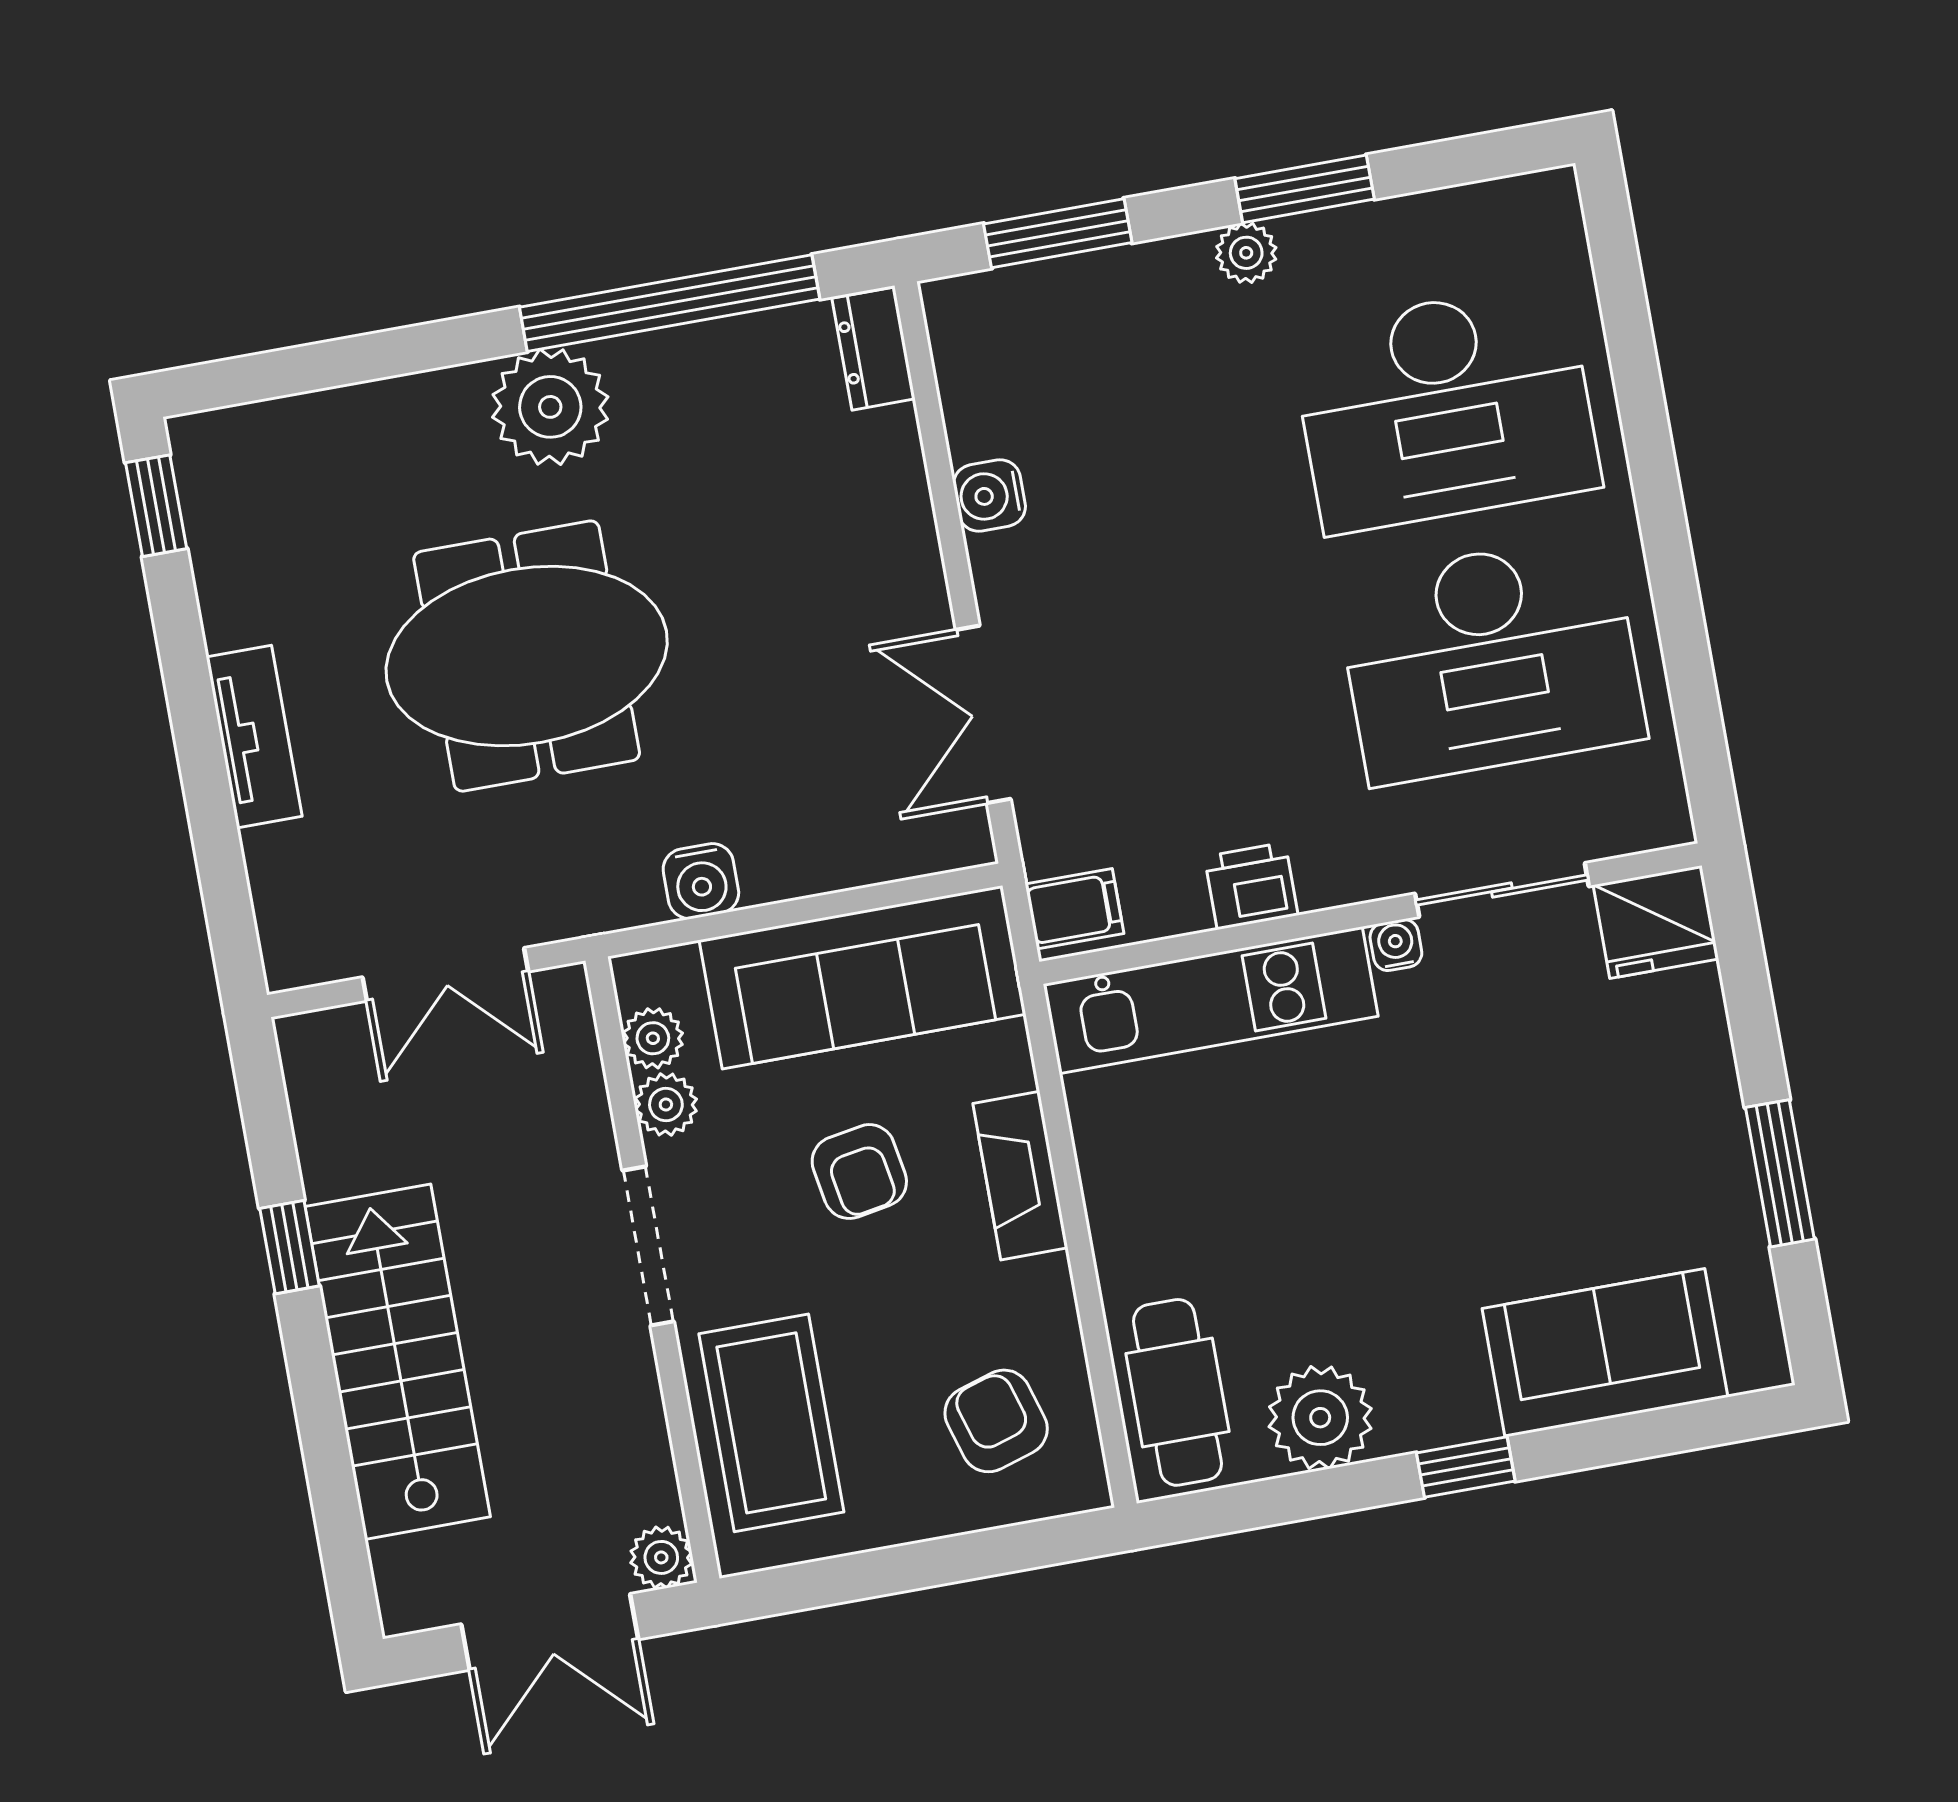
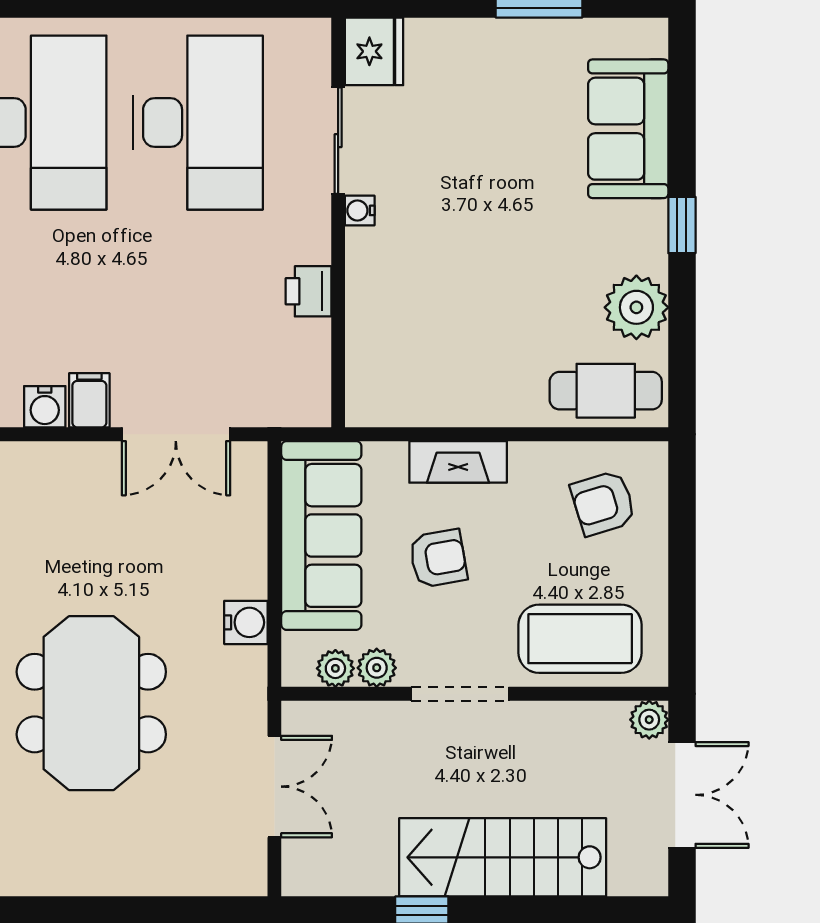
tv unit: (254, 737) -> (110, 876), removed
filing cabinet: (1074, 909) -> (89, 400), moved
kitchen unit: (1211, 1000) -> (373, 328), removed

